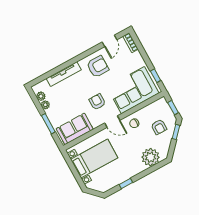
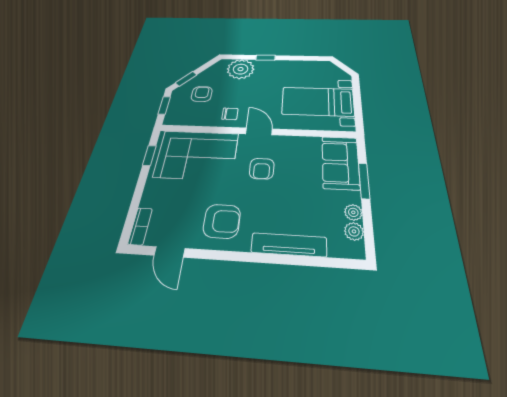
door: (109, 41) -> (169, 252), swing flipped
armchair: (98, 67) -> (222, 221), turned 180
sofa: (75, 129) -> (340, 162), moved, turned 90
window: (126, 183) -> (266, 58), moved

